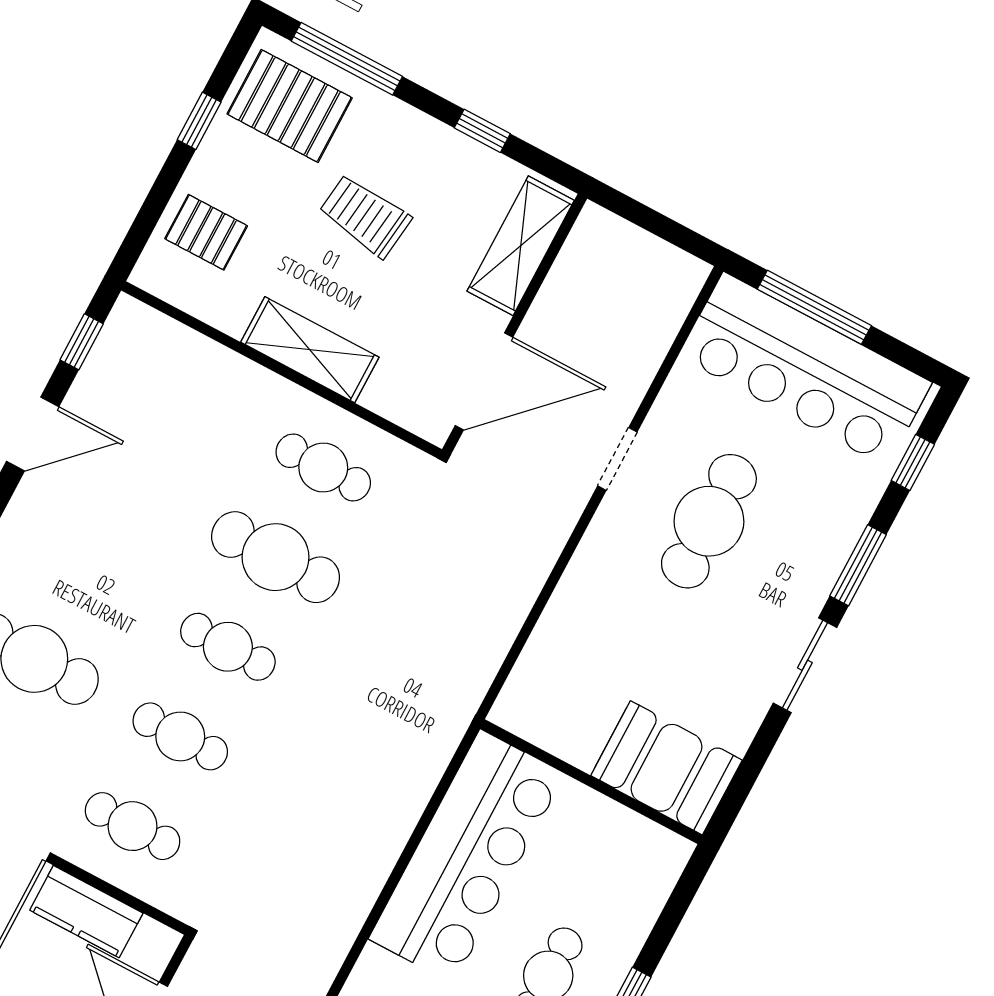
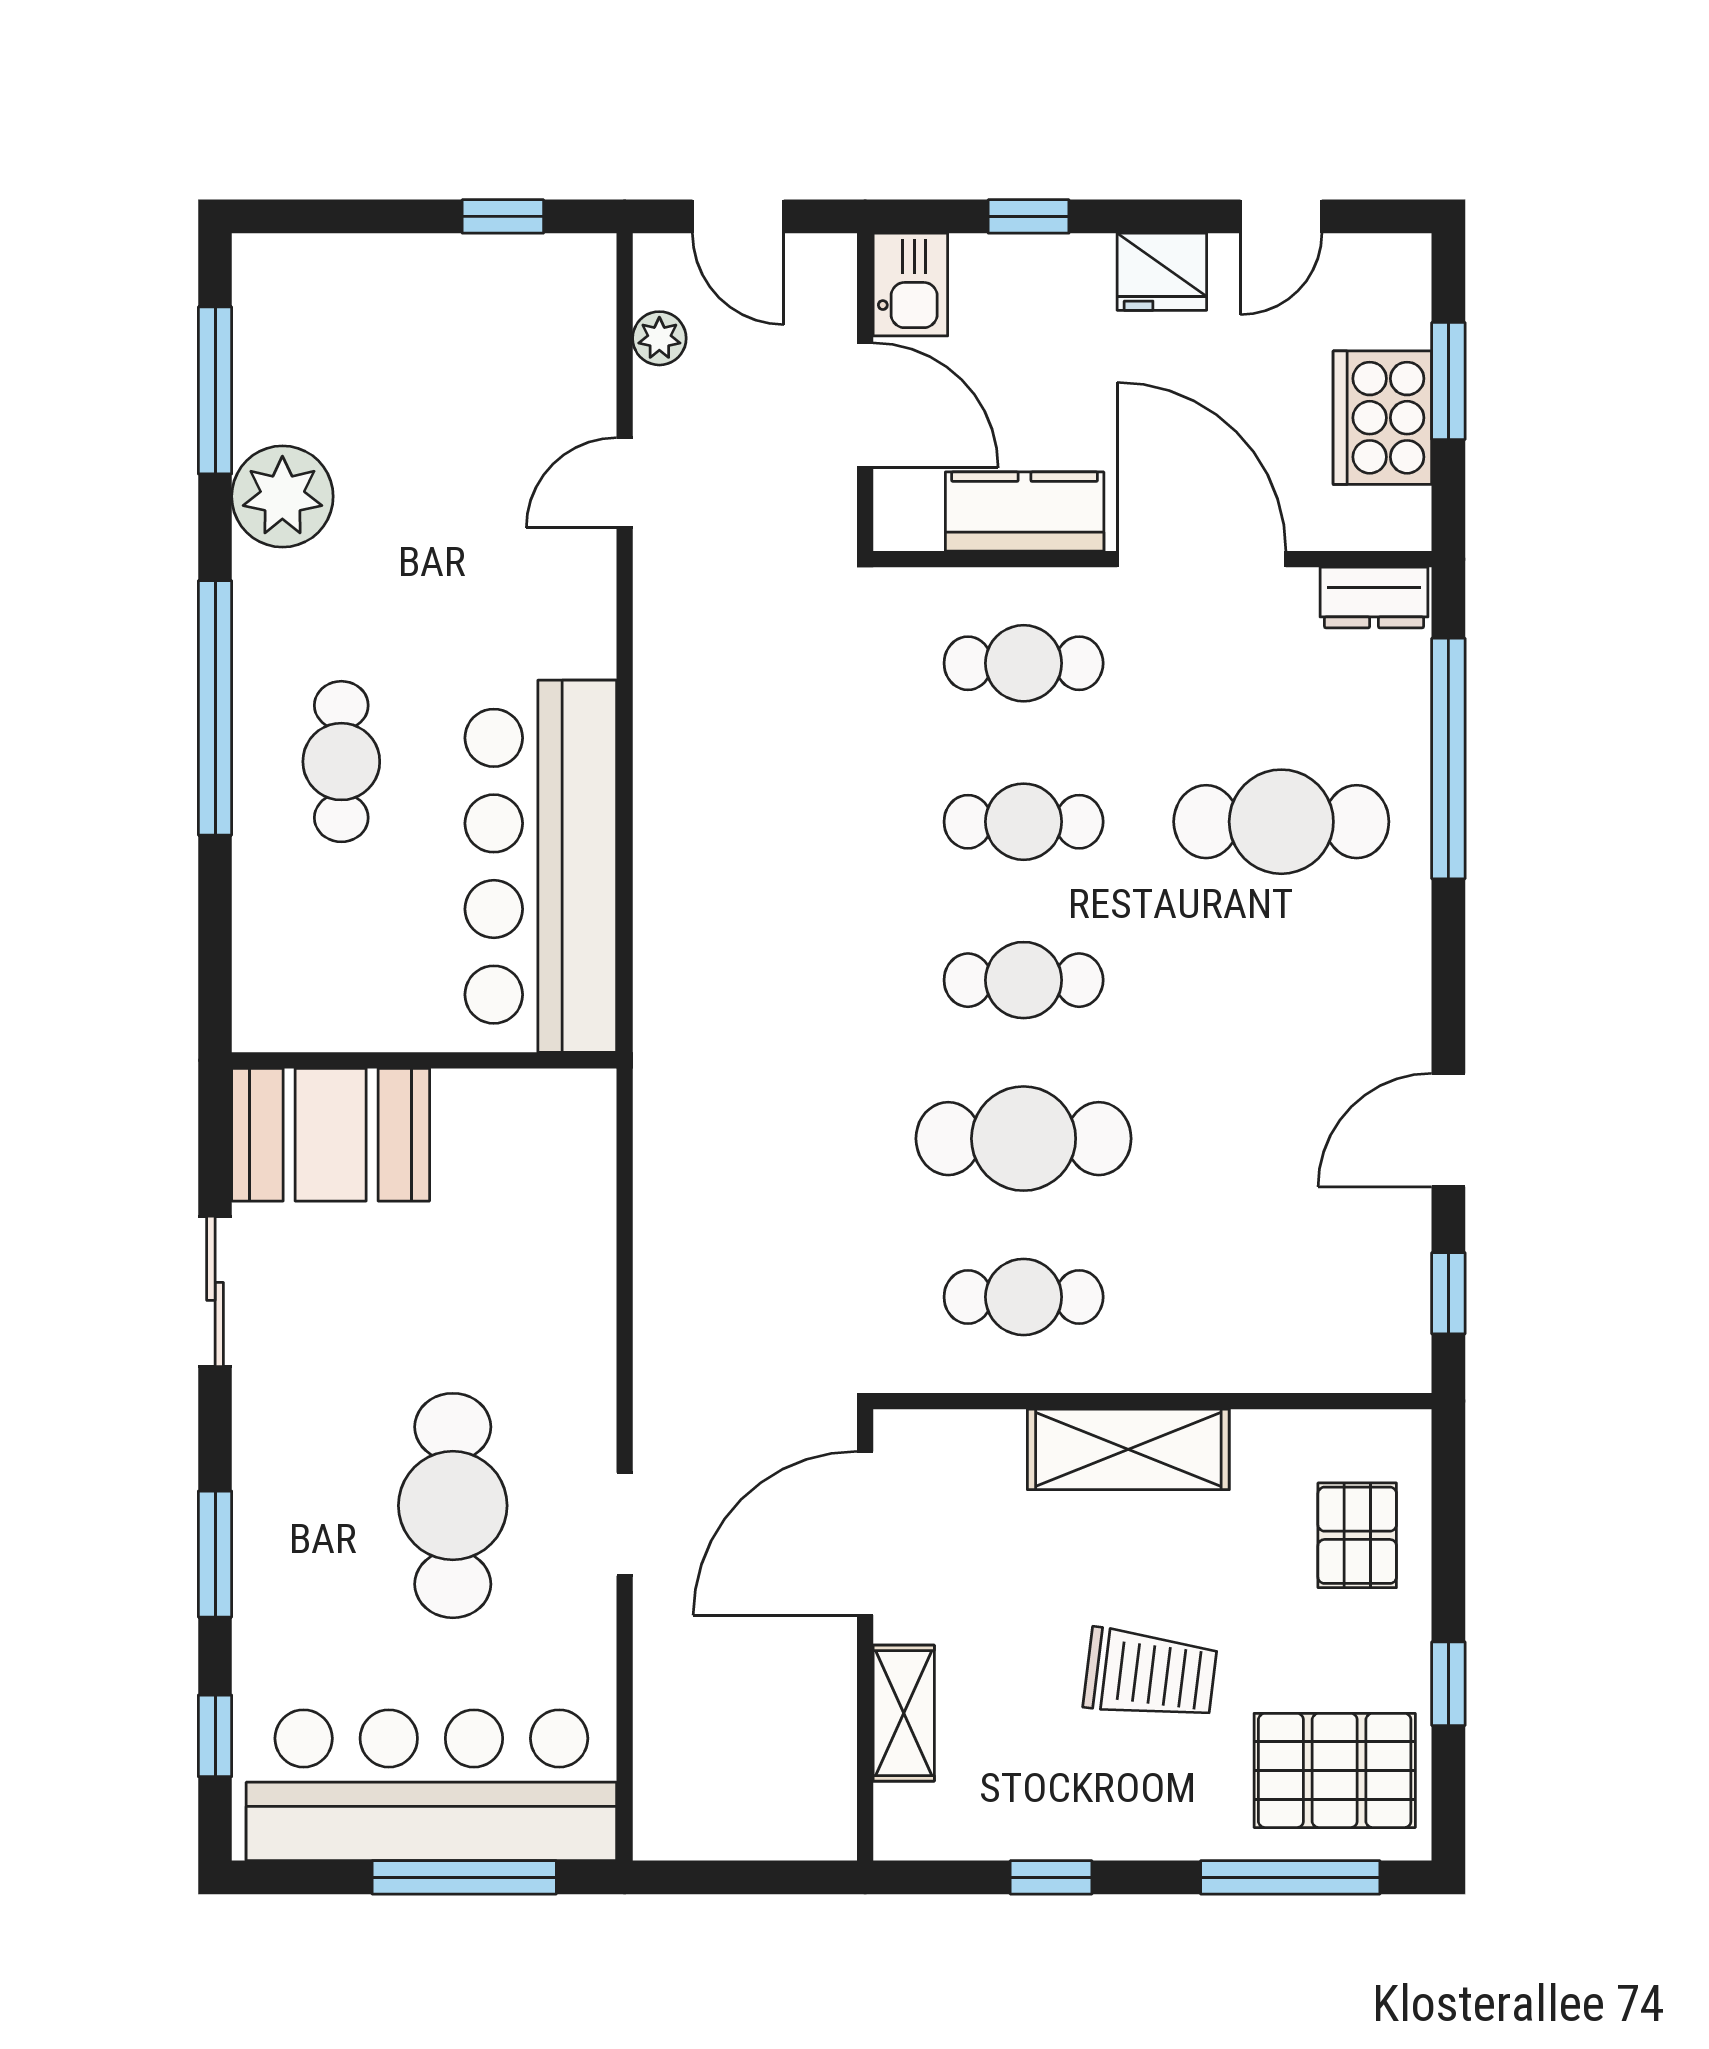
pallet: (206, 232) -> (1357, 1535), turned 90
shelving: (521, 246) -> (904, 1713), width x0.67, depth x0.75
sliding door: (805, 665) -> (215, 1291), moved

